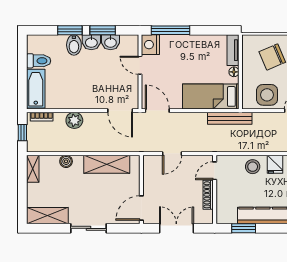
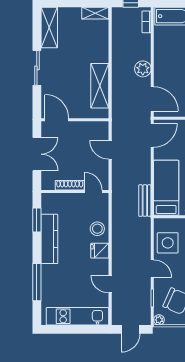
door: (120, 111) -> (152, 99), swing flipped
bench: (230, 118) -> (145, 201), width x0.73
plant: (74, 120) -> (143, 69), moved
boiler: (66, 161) -> (103, 46), removed

